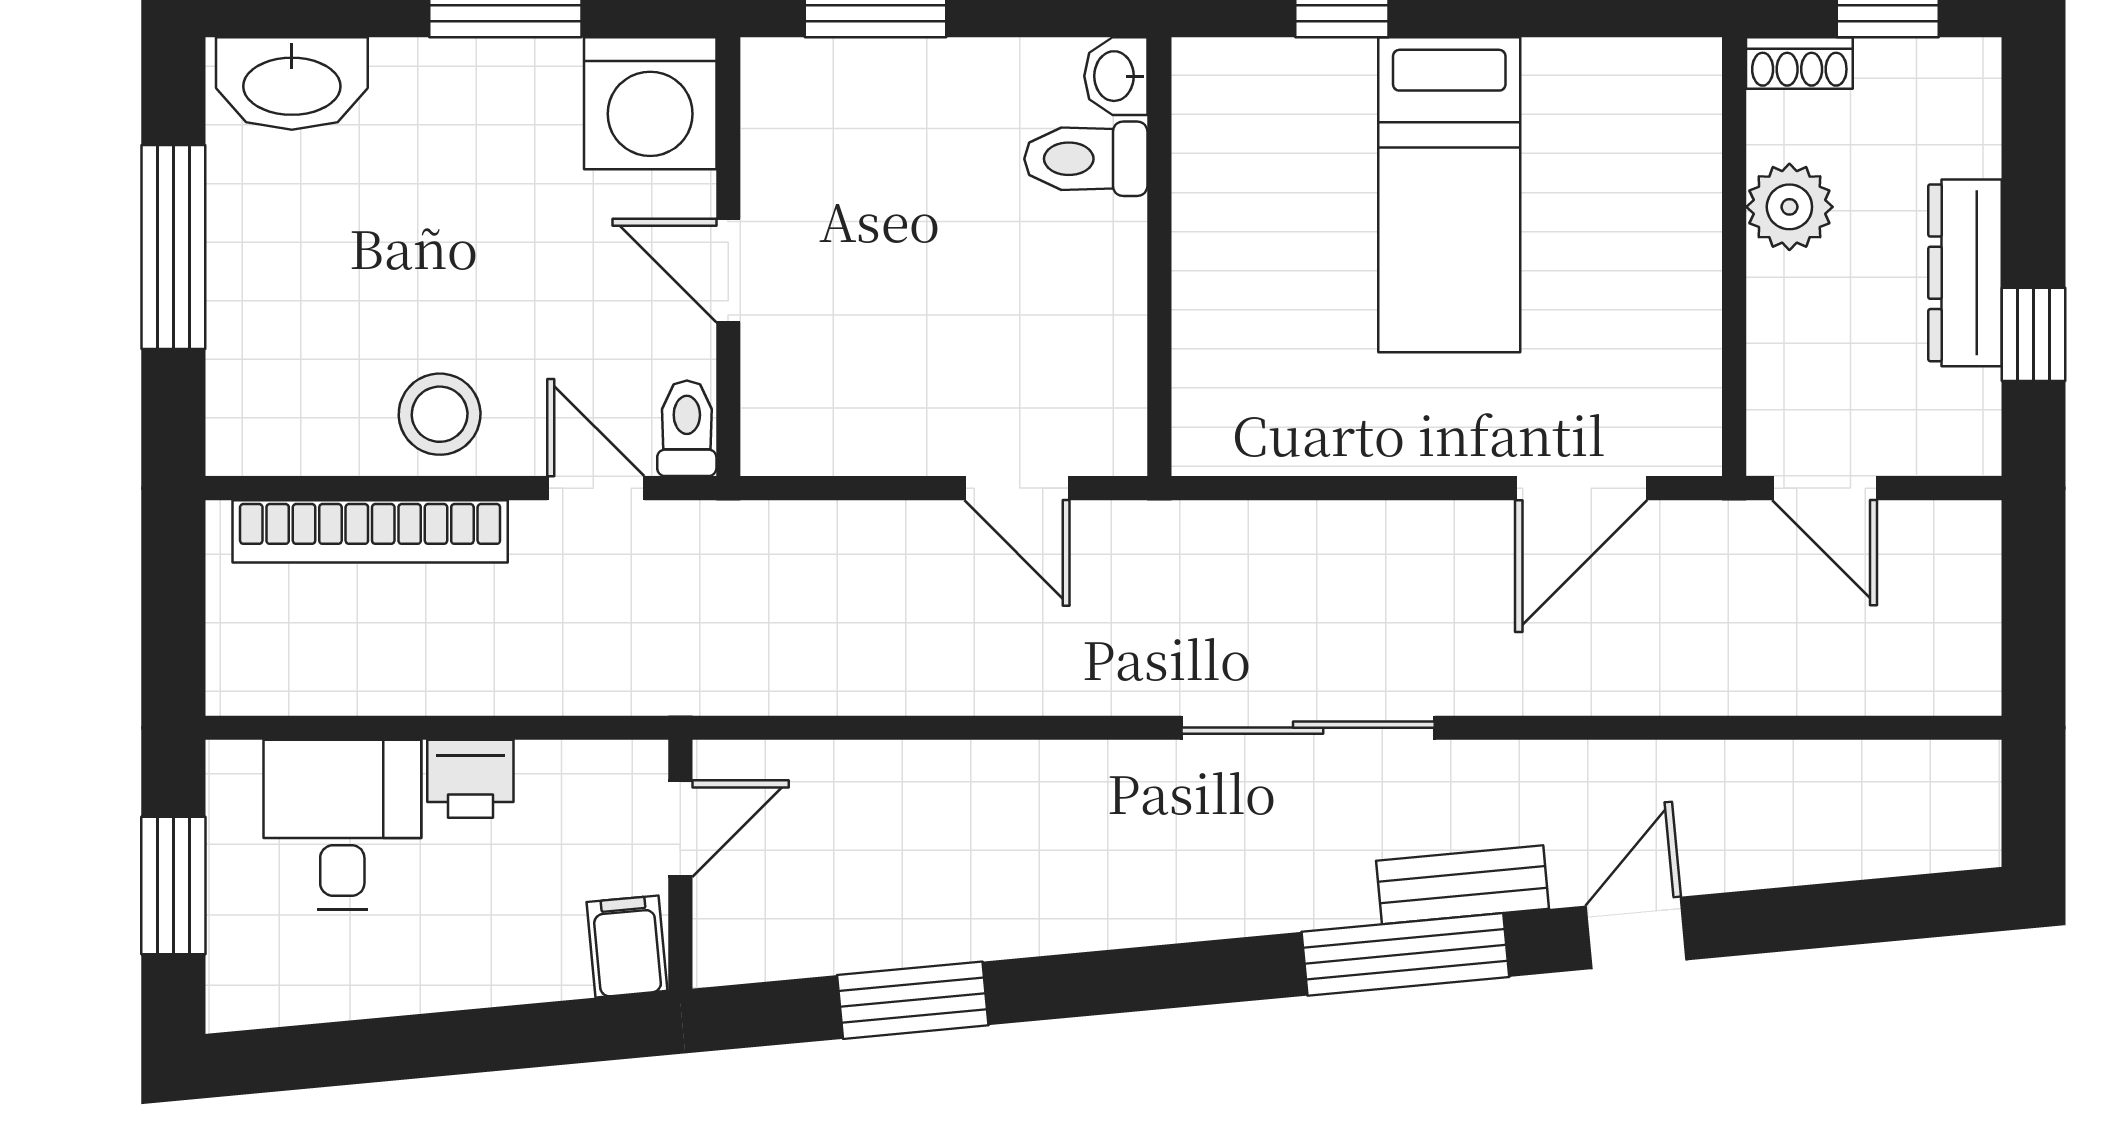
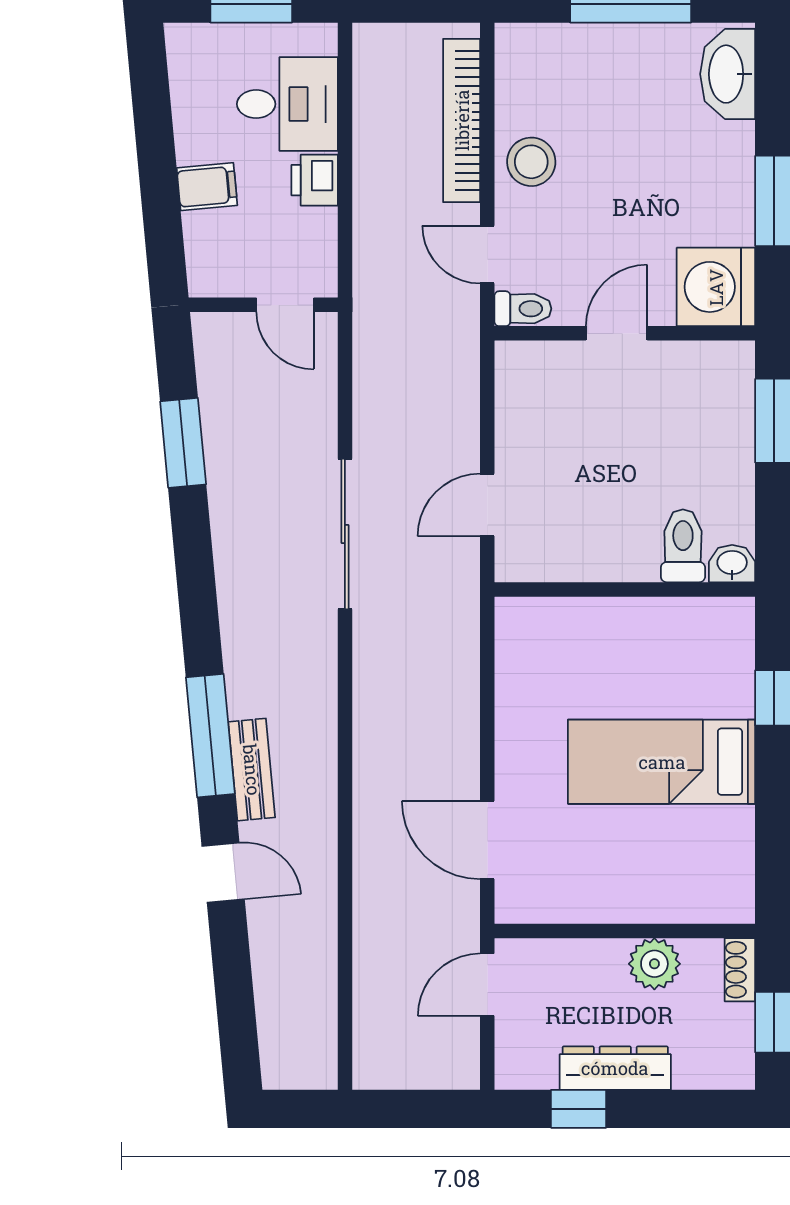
door: (596, 488) -> (487, 255), swing flipped
sliding door: (1308, 728) -> (345, 534), moved
filing cabinet: (627, 946) -> (207, 187), moved

